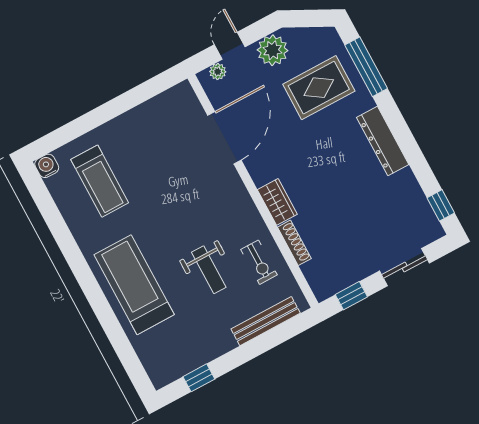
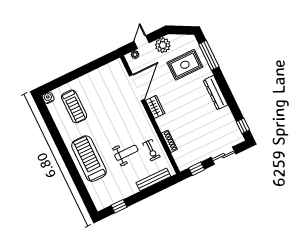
wardrobe: (277, 202) -> (155, 107), moved
weight bench: (209, 270) -> (126, 153), turned -90

